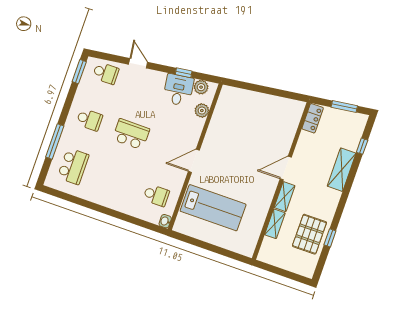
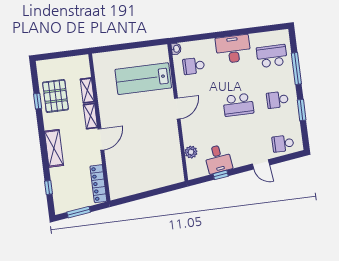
window: (79, 72) -> (302, 110), moved
plant: (201, 87) -> (201, 170), removed
locker: (313, 118) -> (98, 184), width x1.53
school desk: (73, 166) -> (272, 56), turned 90
shelving: (342, 170) -> (54, 148), moved
desk: (108, 192) -> (233, 49), added

